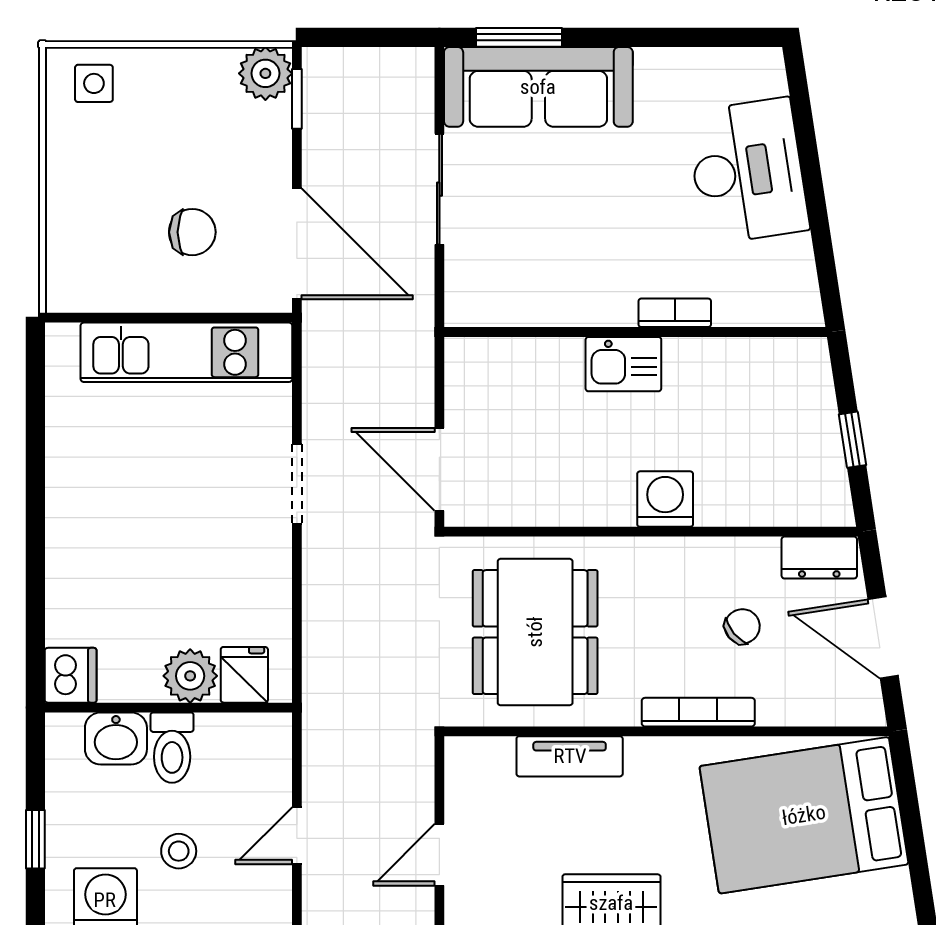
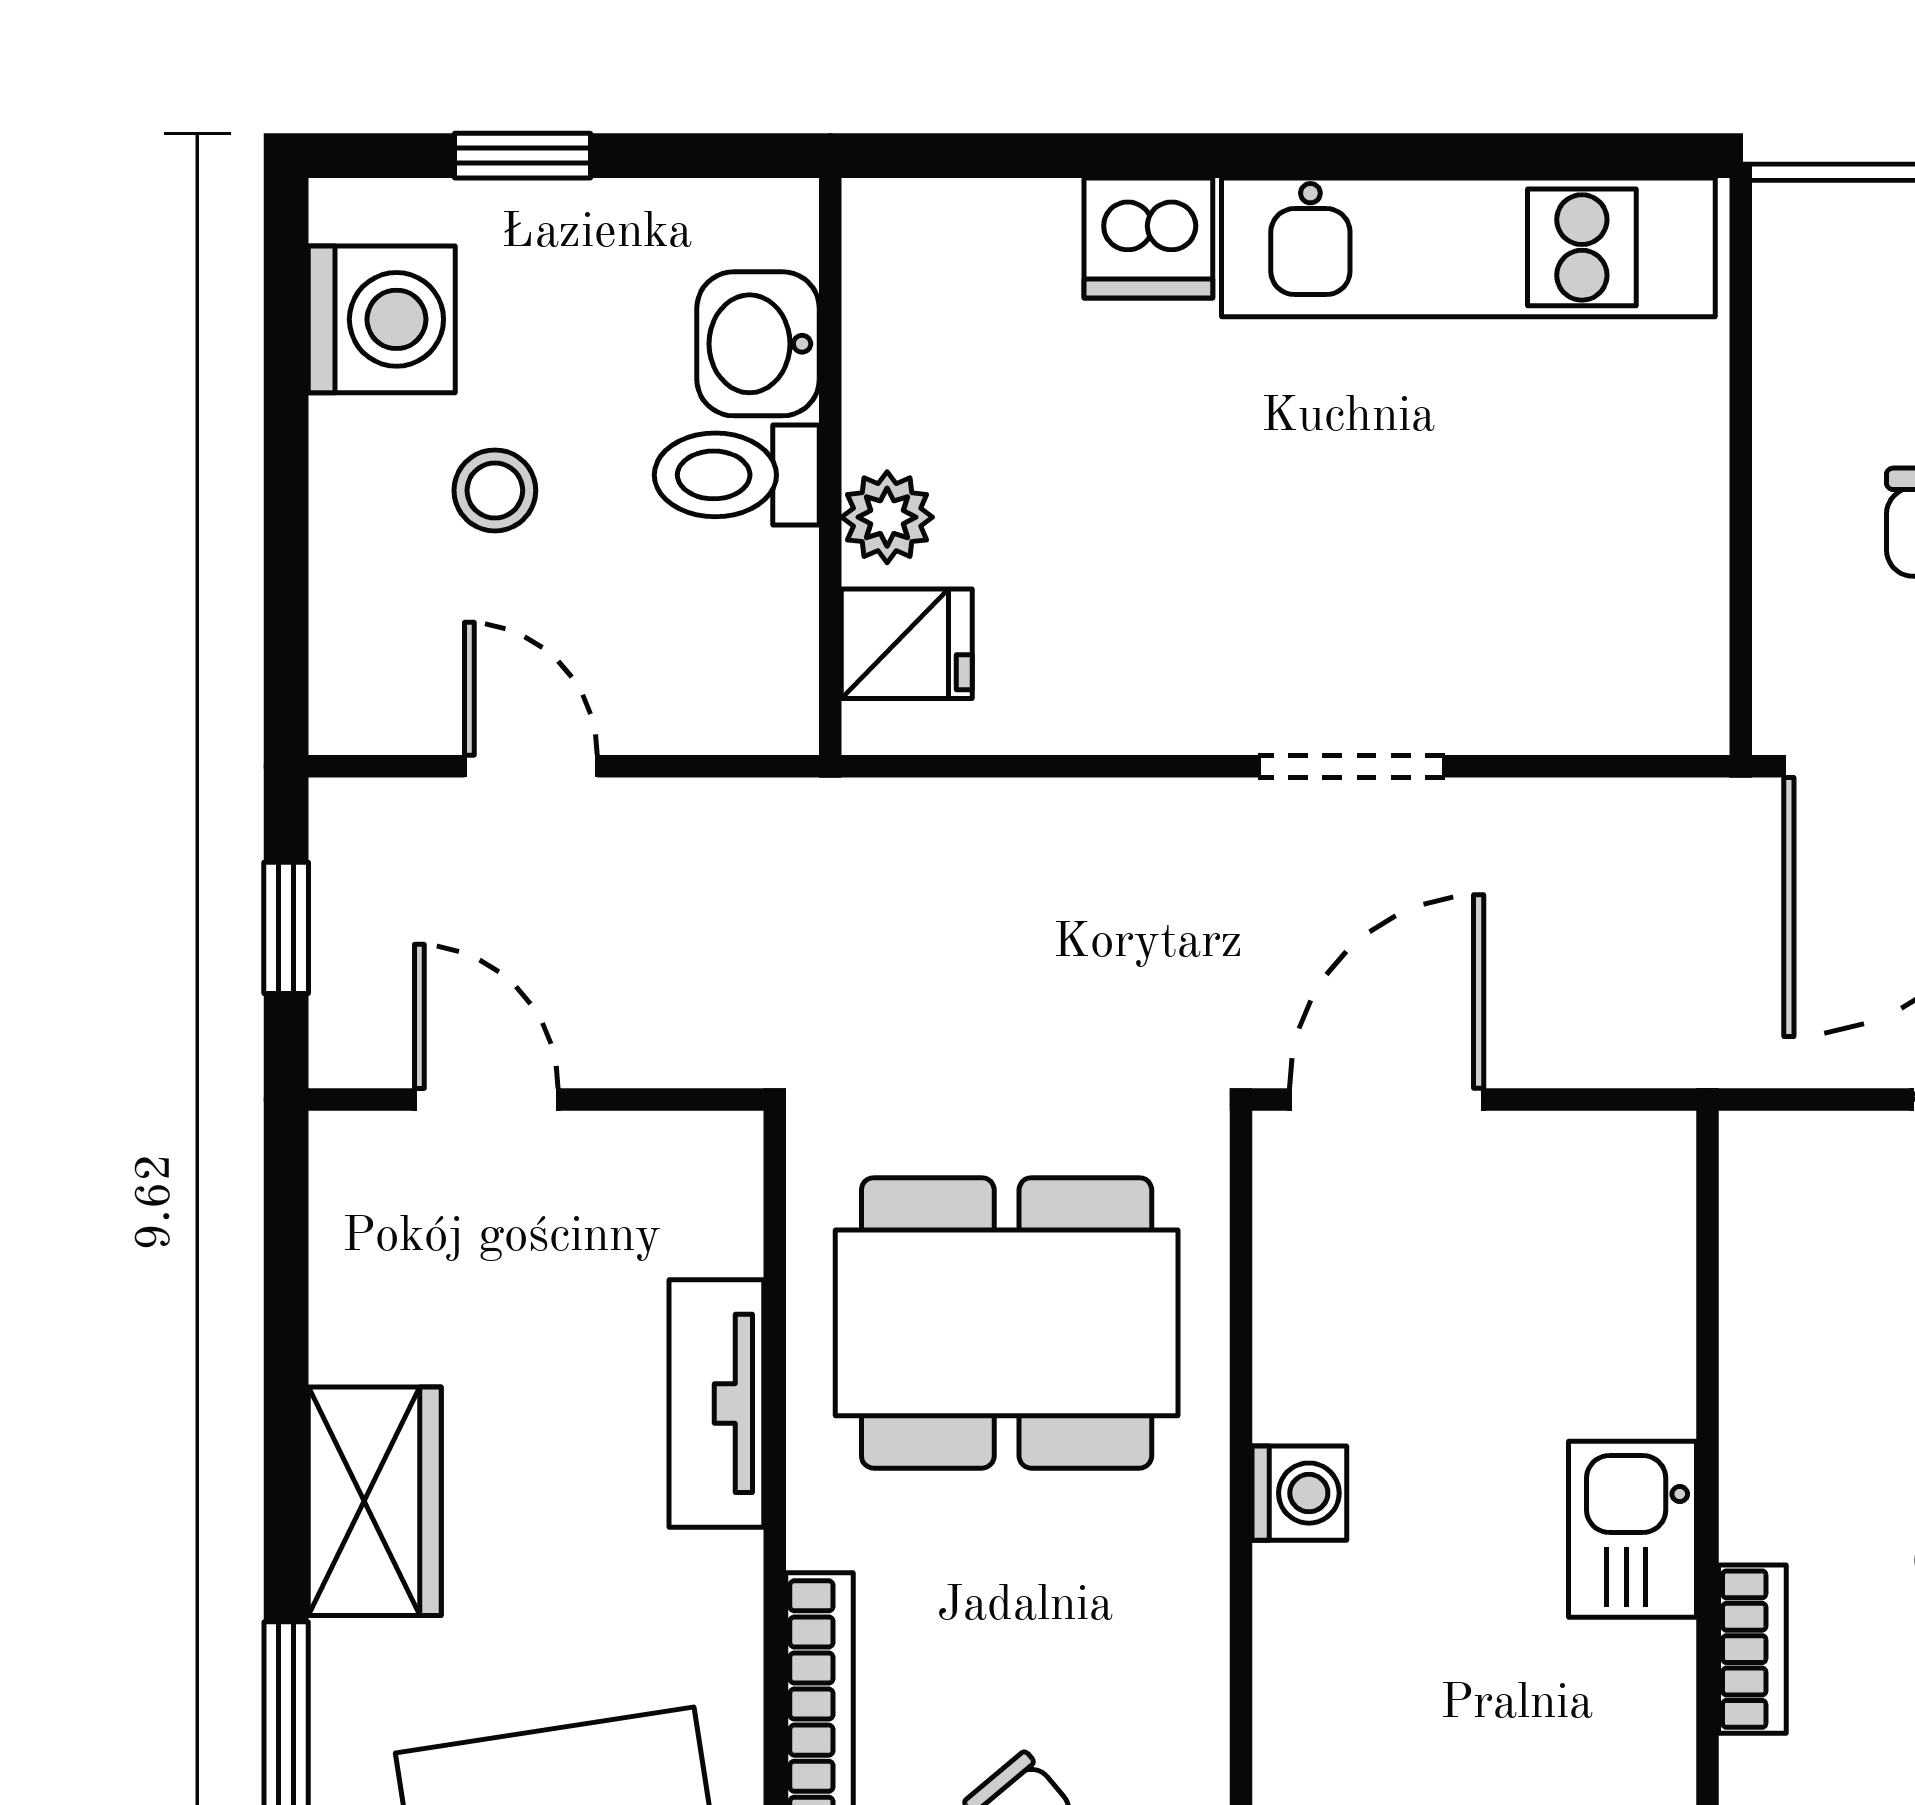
kitchen unit: (186, 352) -> (1468, 247), moved, turned -90
washing machine: (665, 499) -> (1299, 1493), moved, width x0.73, depth x0.73
dishwasher: (71, 675) -> (1148, 238), moved
plant: (190, 676) -> (887, 517), width x0.73, depth x0.73

